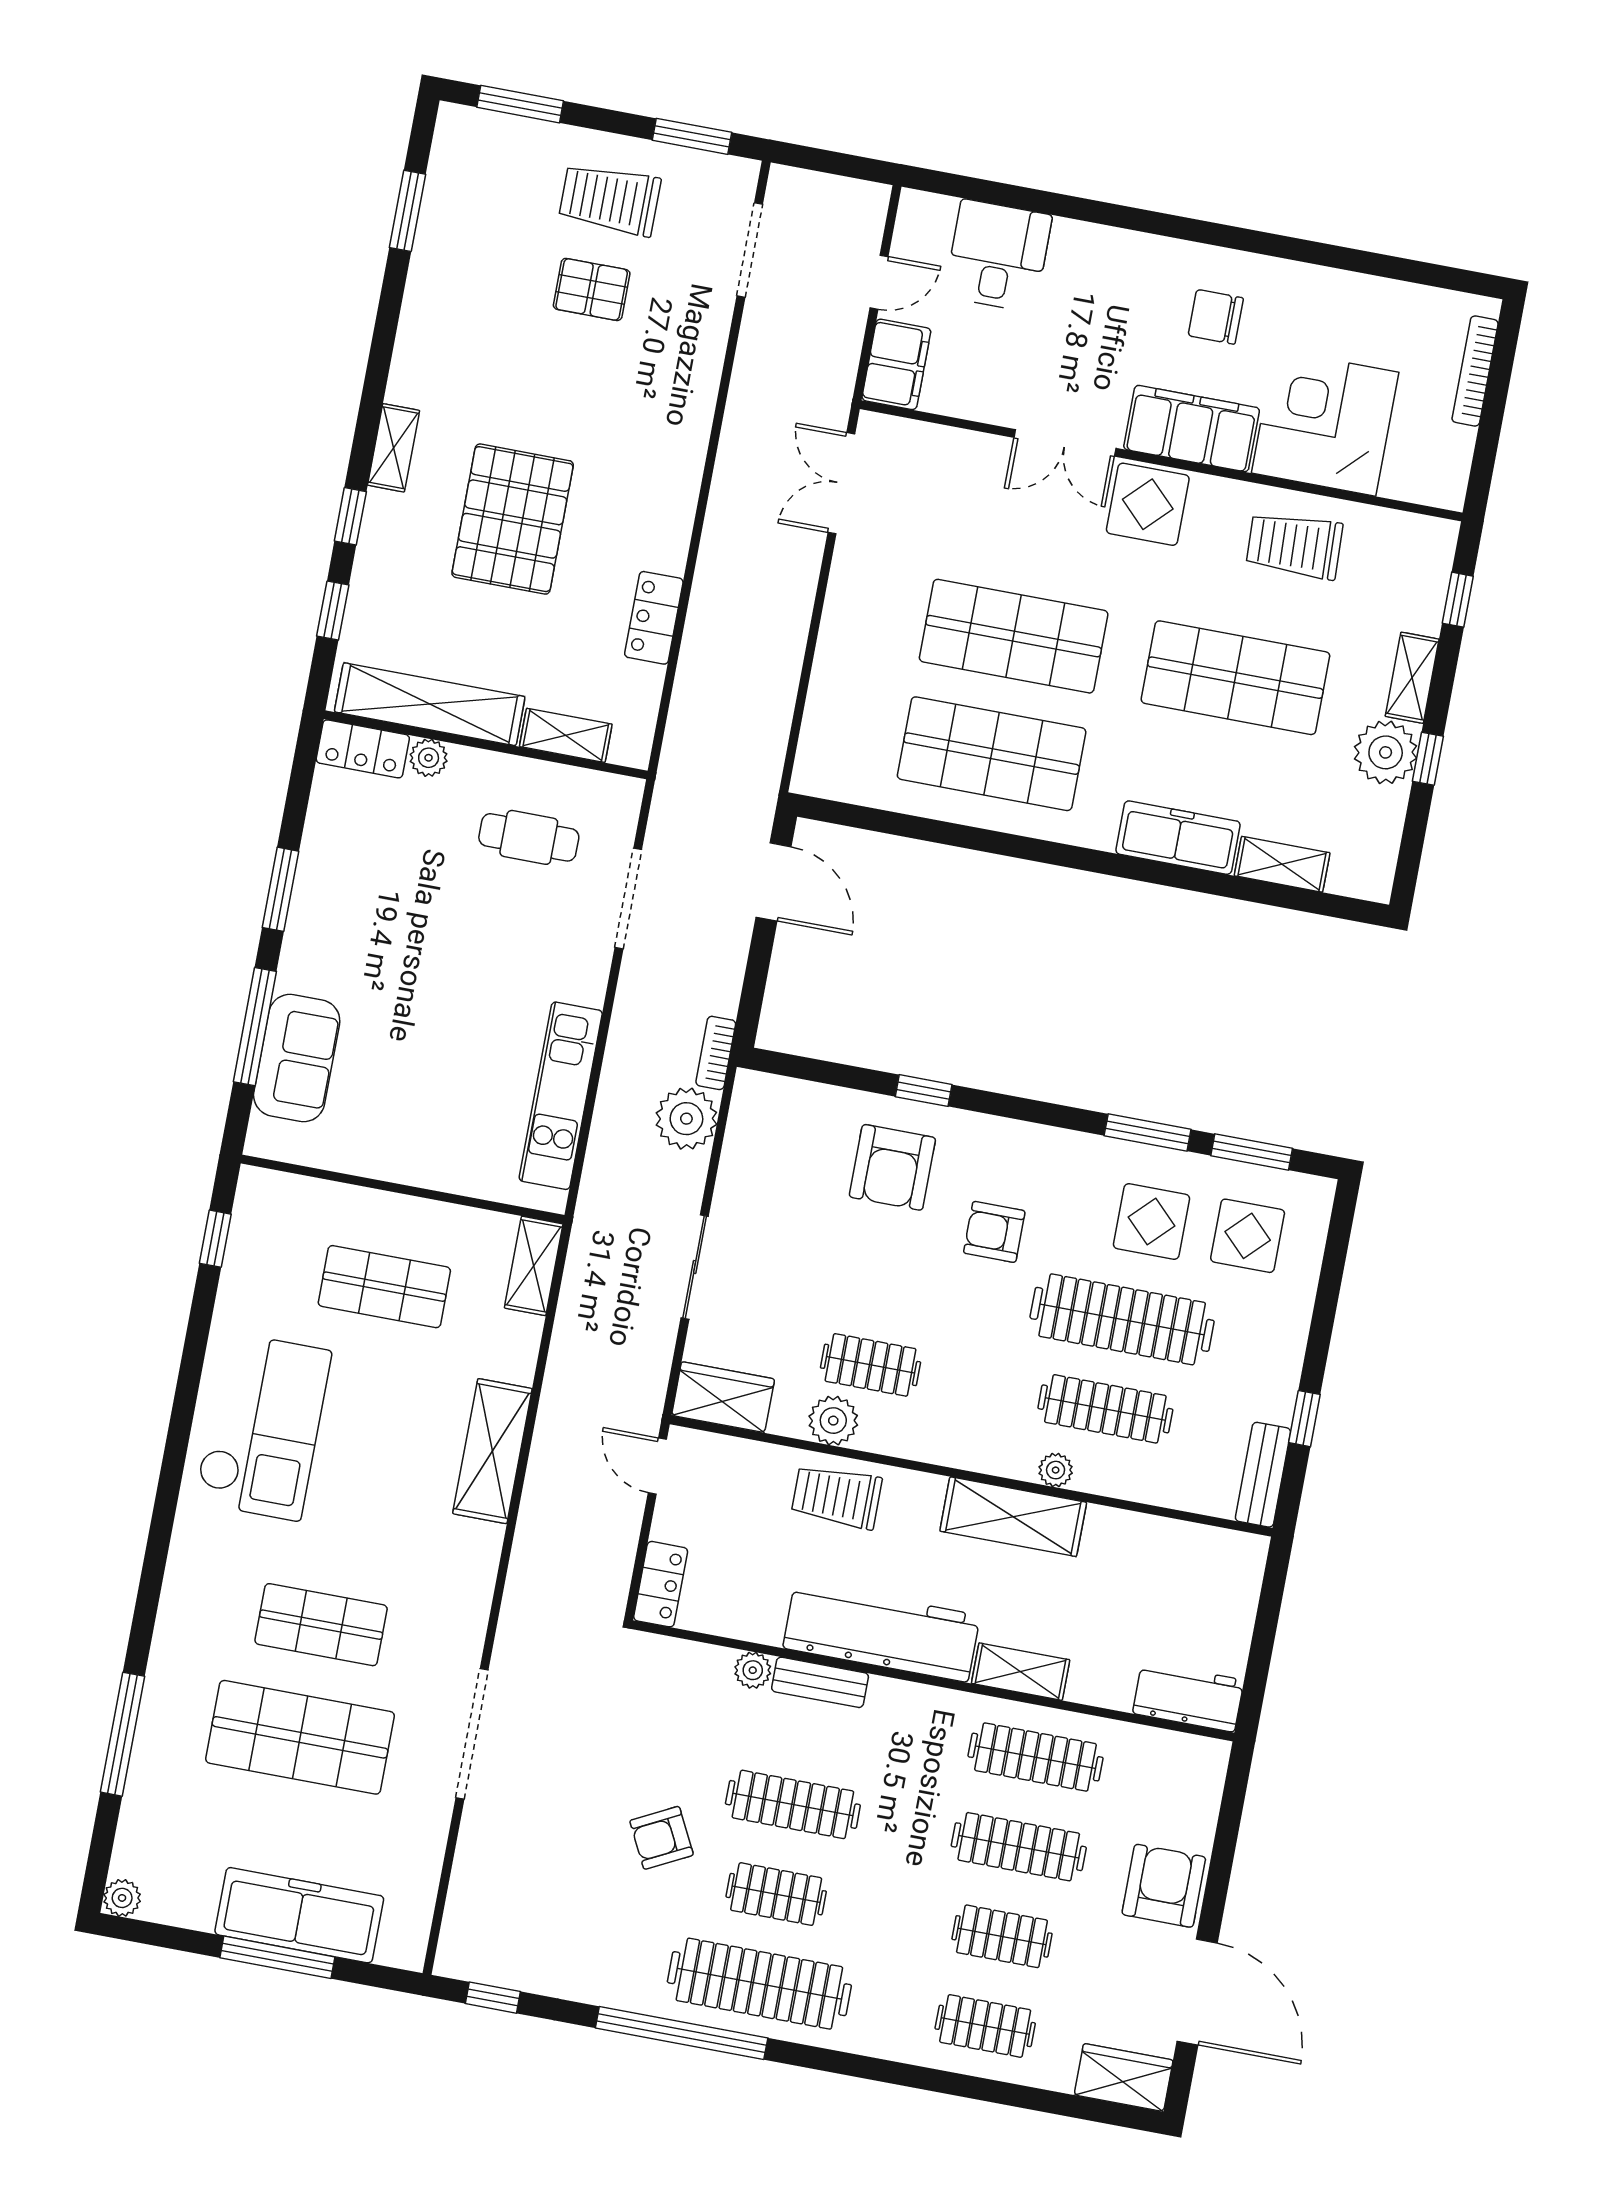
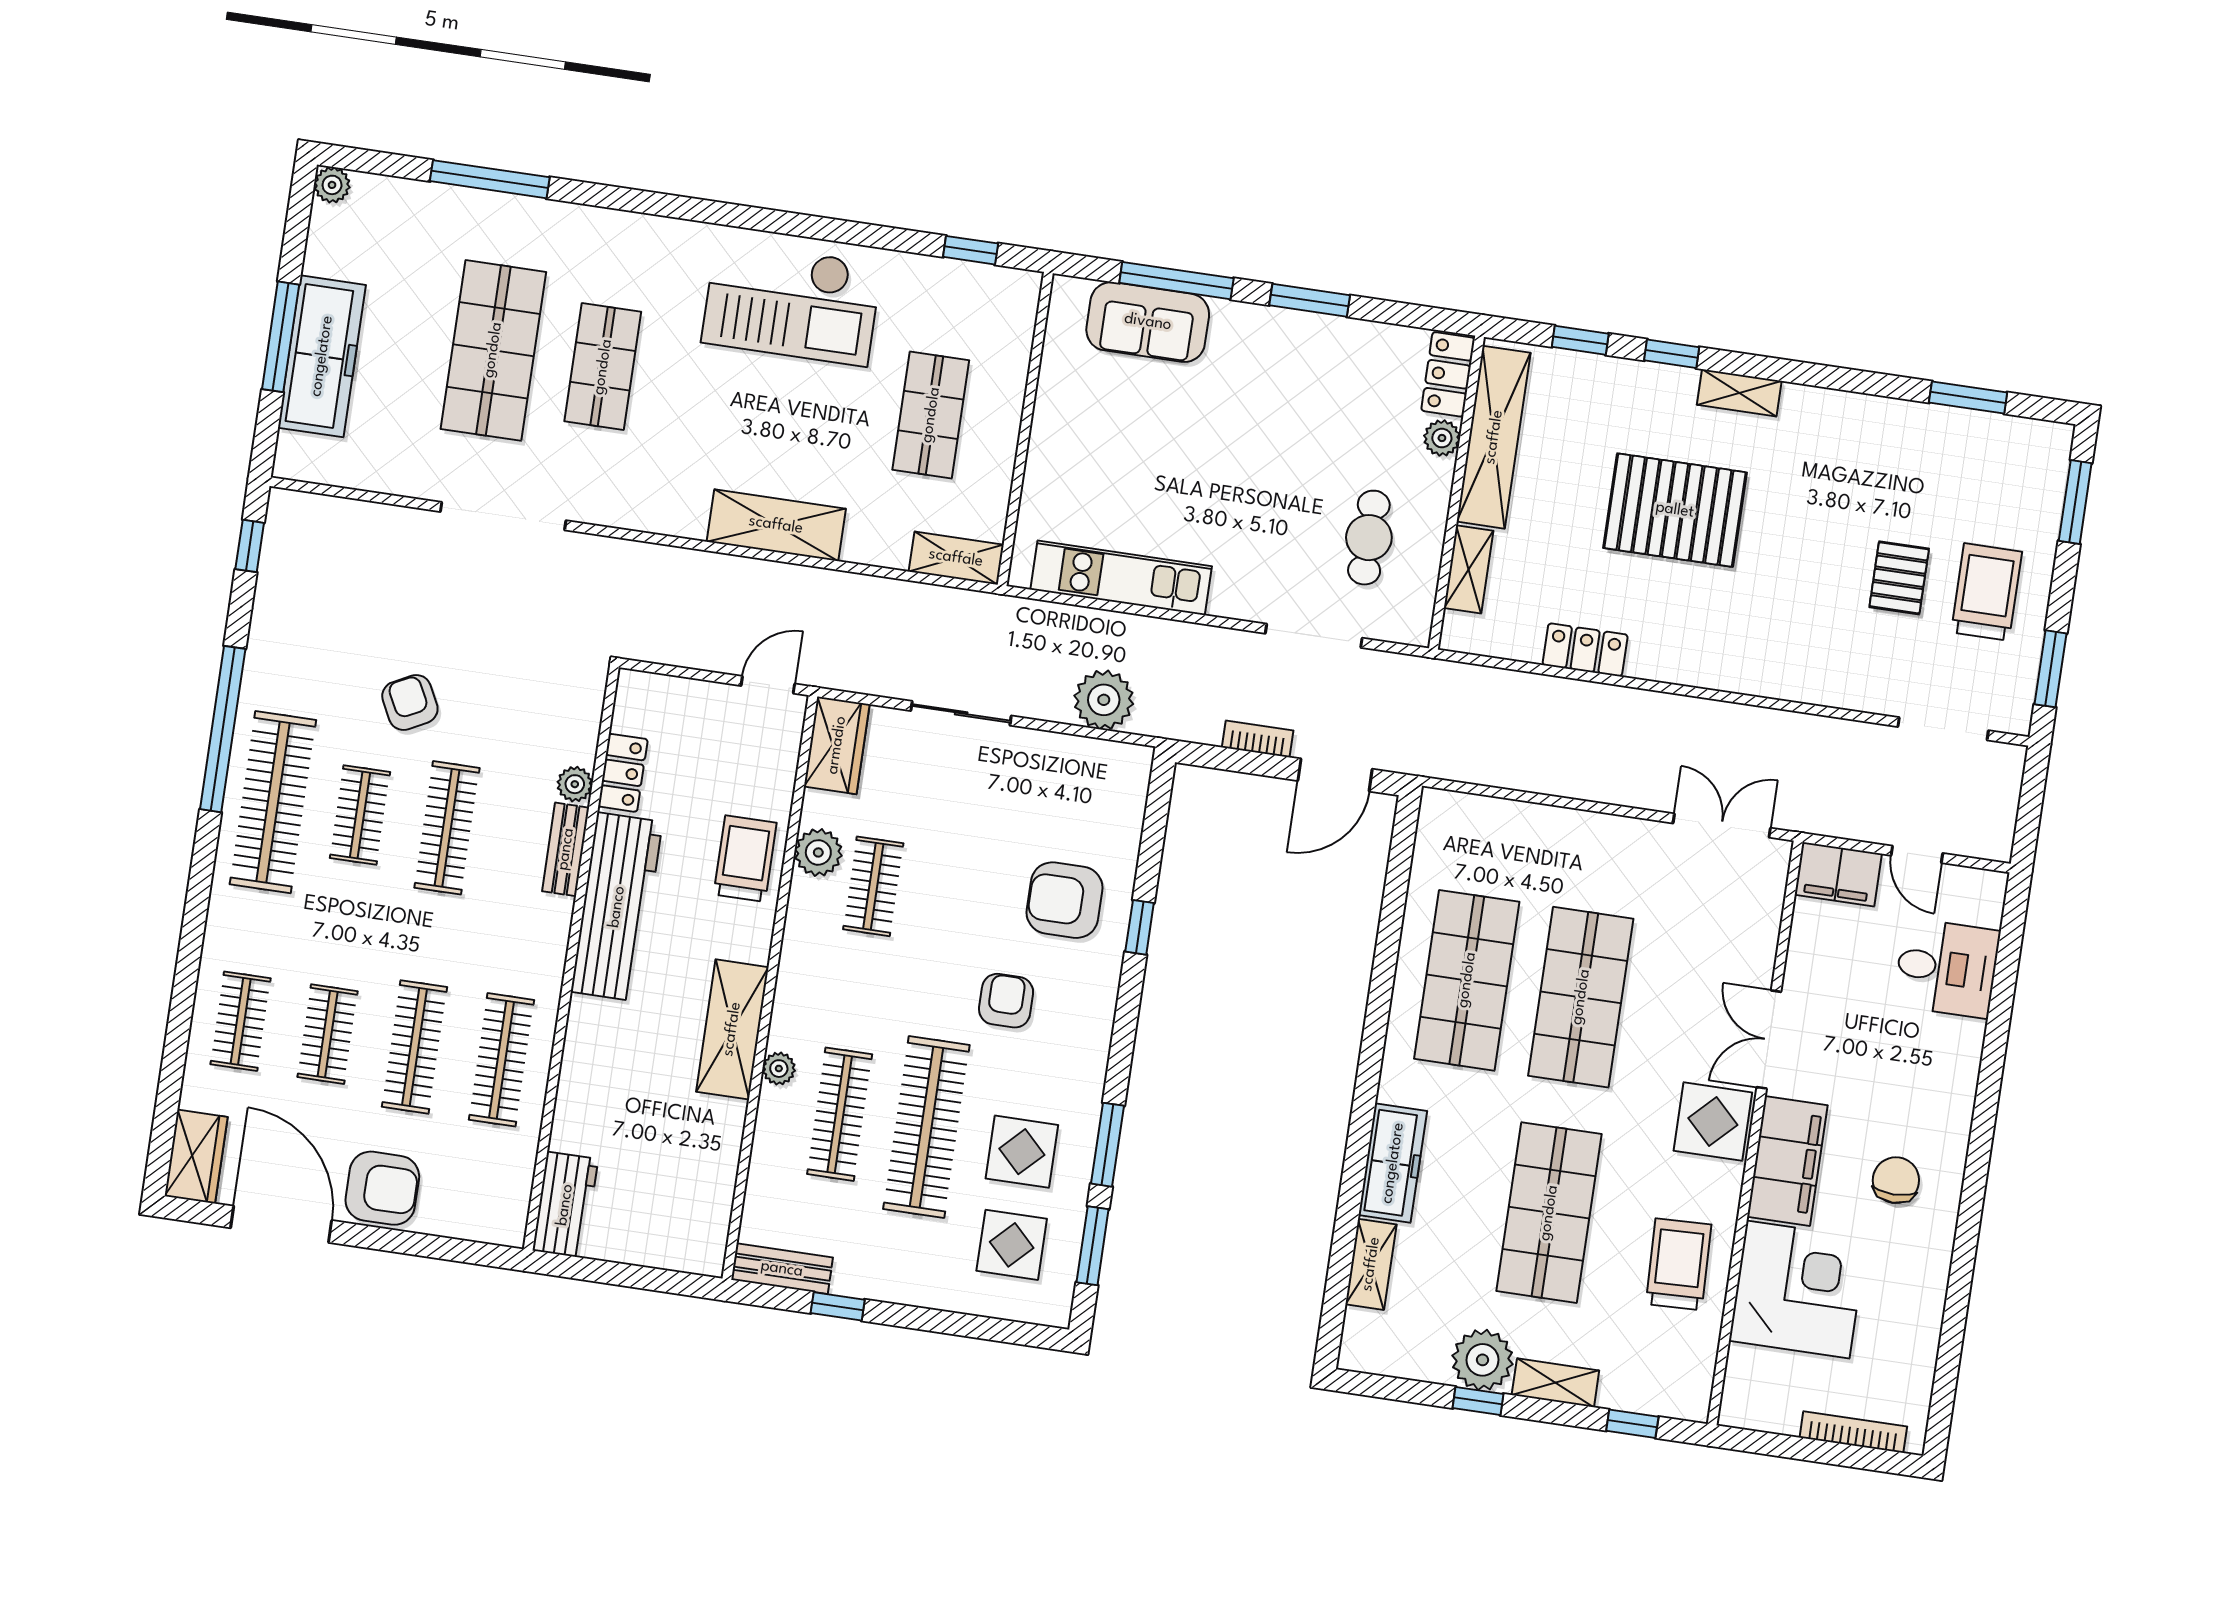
bookcase: (716, 1053) -> (1258, 739), moved
locker: (661, 1584) -> (623, 773), moved, turned -90
shelving: (1021, 1672) -> (583, 1042), removed
door: (1197, 1992) -> (281, 1224), swing flipped

